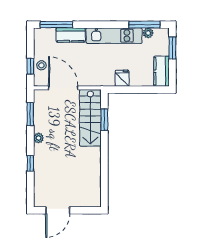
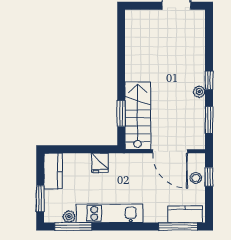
kitchen counter: (71, 35) -> (185, 214), moved
window: (30, 163) -> (209, 80), moved

